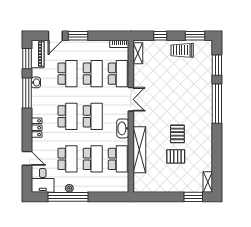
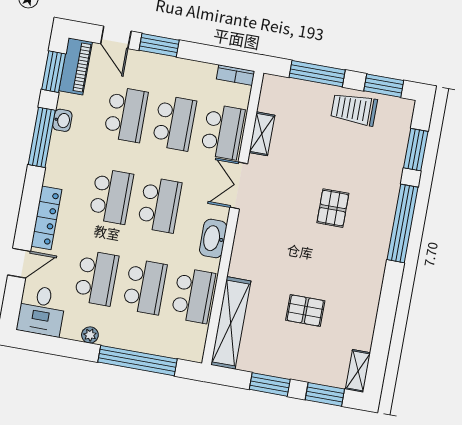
door: (55, 36) -> (116, 37), hinge flipped
window: (160, 36) -> (317, 74), width x2.17
shelving: (138, 53) -> (262, 134), moved
double door: (131, 99) -> (239, 185), swing flipped
locker: (37, 128) -> (46, 218), width x1.53
pallet: (177, 134) -> (333, 208), moved
shelving: (139, 150) -> (231, 323), moved
door: (27, 158) -> (19, 263), hinge flipped
window: (68, 197) -> (137, 361), moved
window: (165, 197) -> (270, 384), added

